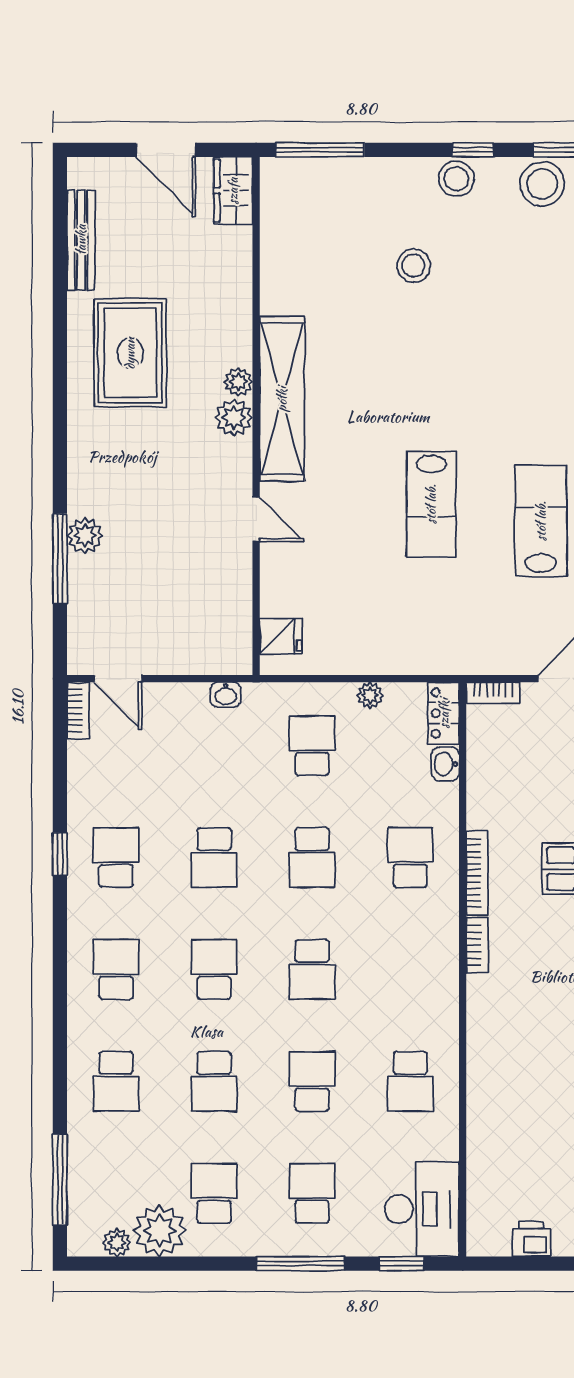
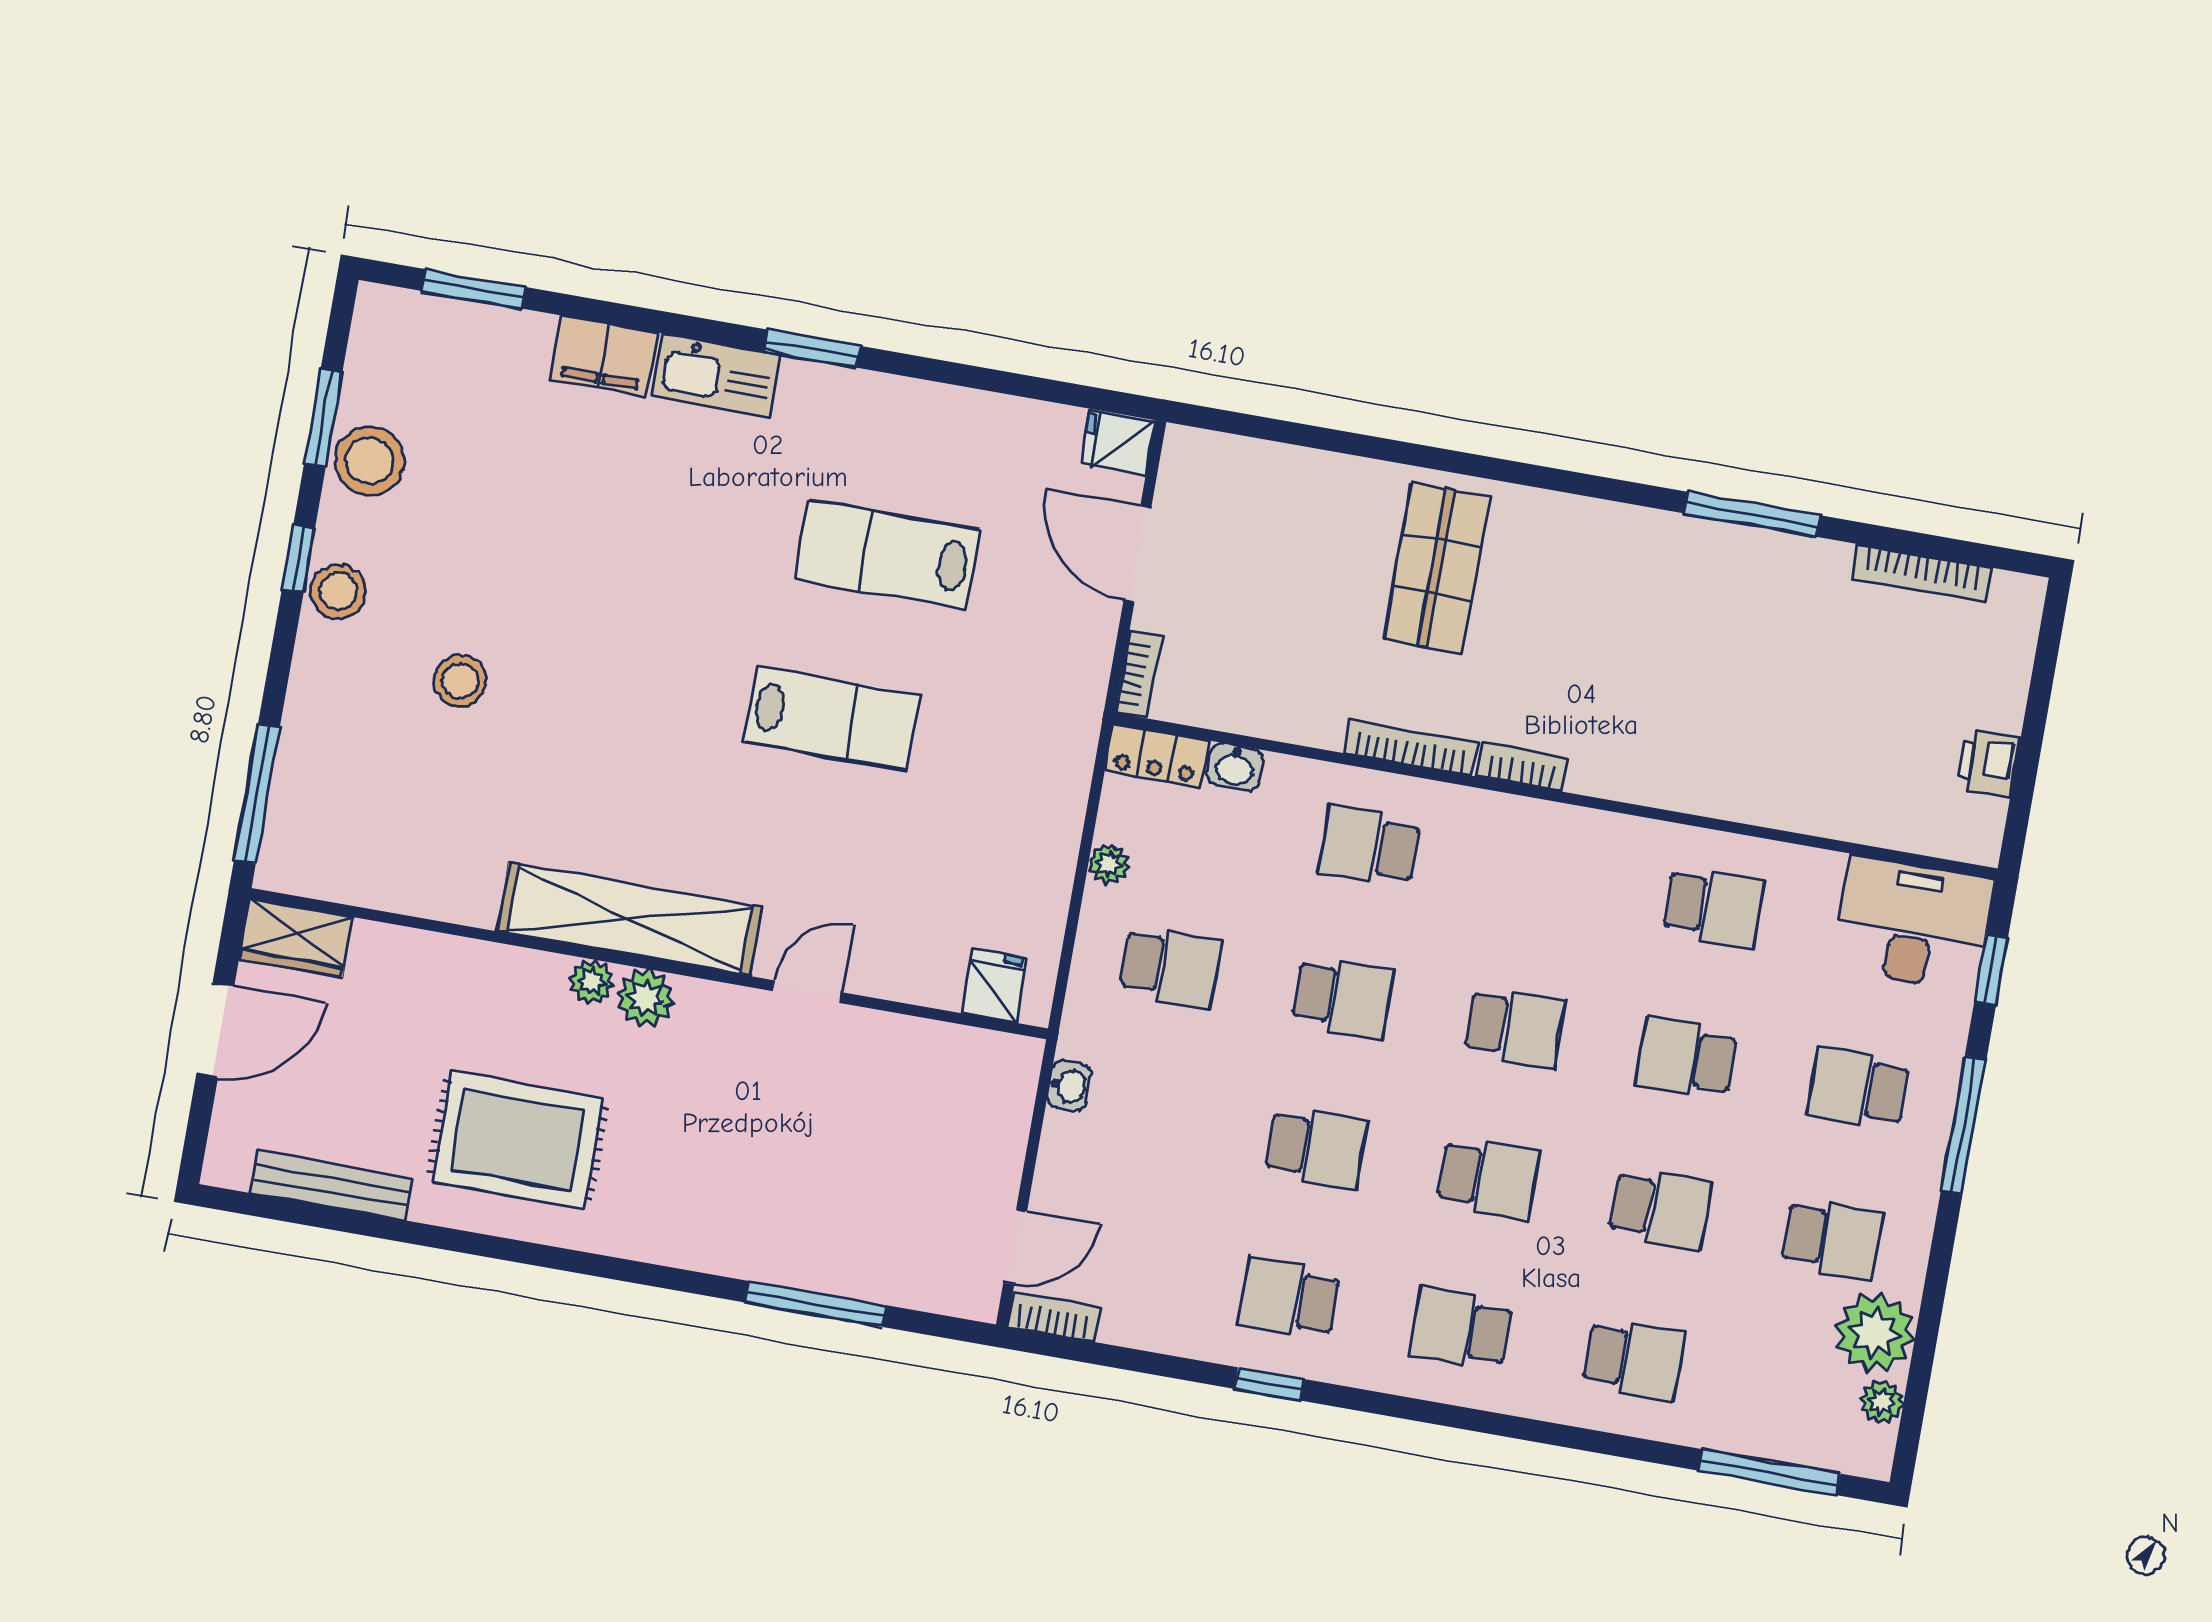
plant: (85, 535) -> (786, 1259), removed
school desk: (312, 746) -> (1170, 967), turned 180
school desk: (214, 969) -> (1488, 1178), turned 180
school desk: (214, 1193) -> (1832, 1239), turned 180

